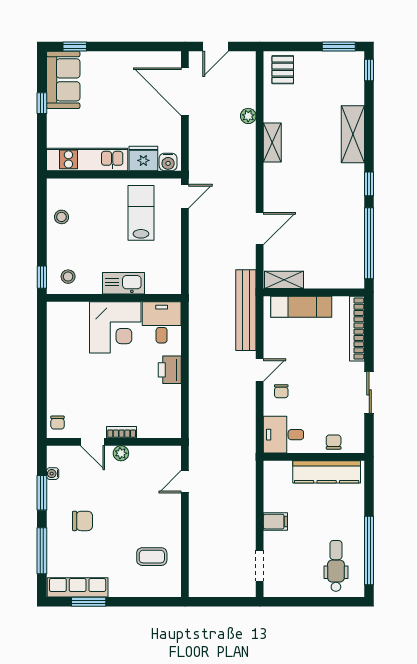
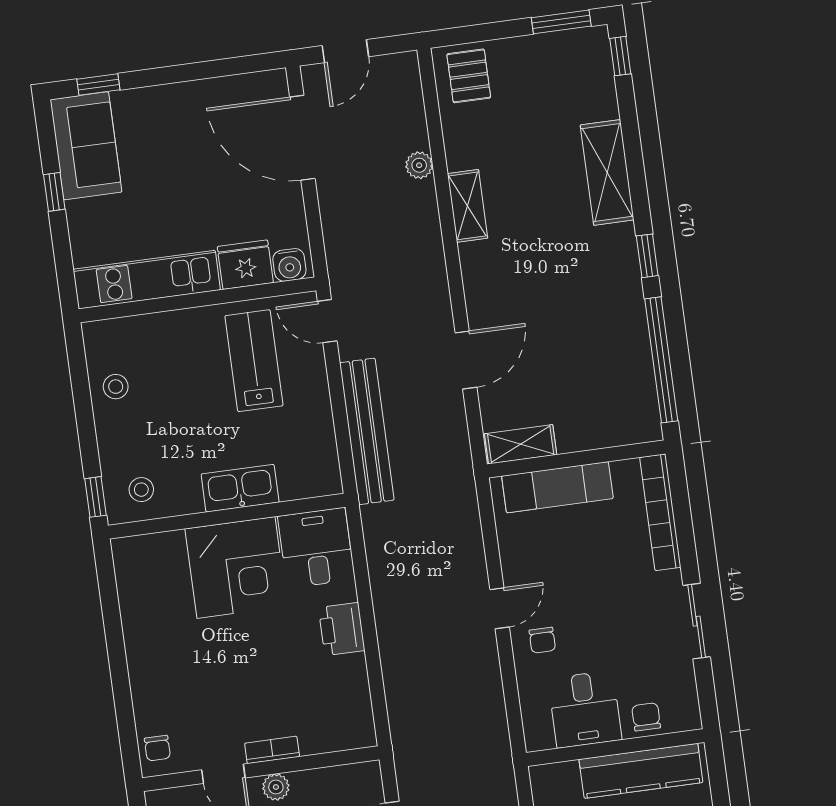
door: (185, 196) -> (327, 321), swing flipped
bench: (246, 310) -> (367, 431), moved
desk: (283, 435) -> (585, 709), moved, turned -90

